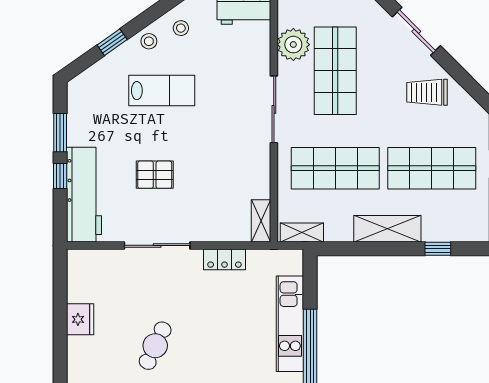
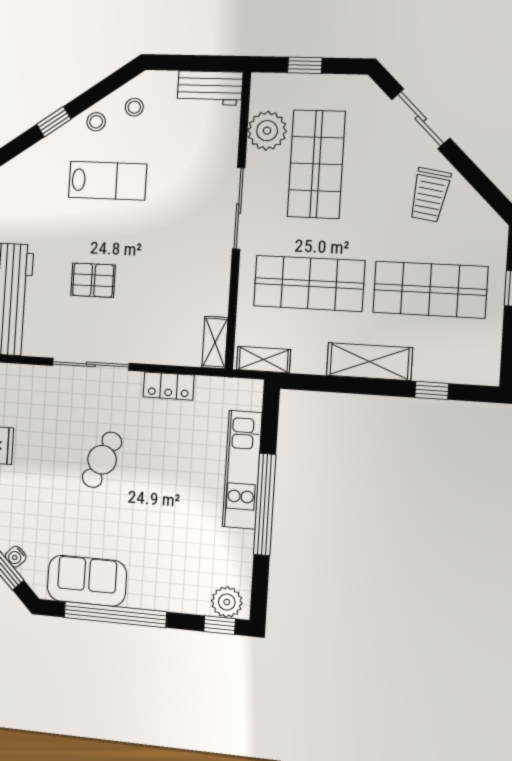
trolley: (427, 92) -> (430, 195), turned -81
cafe table: (155, 346) -> (102, 460), moved

